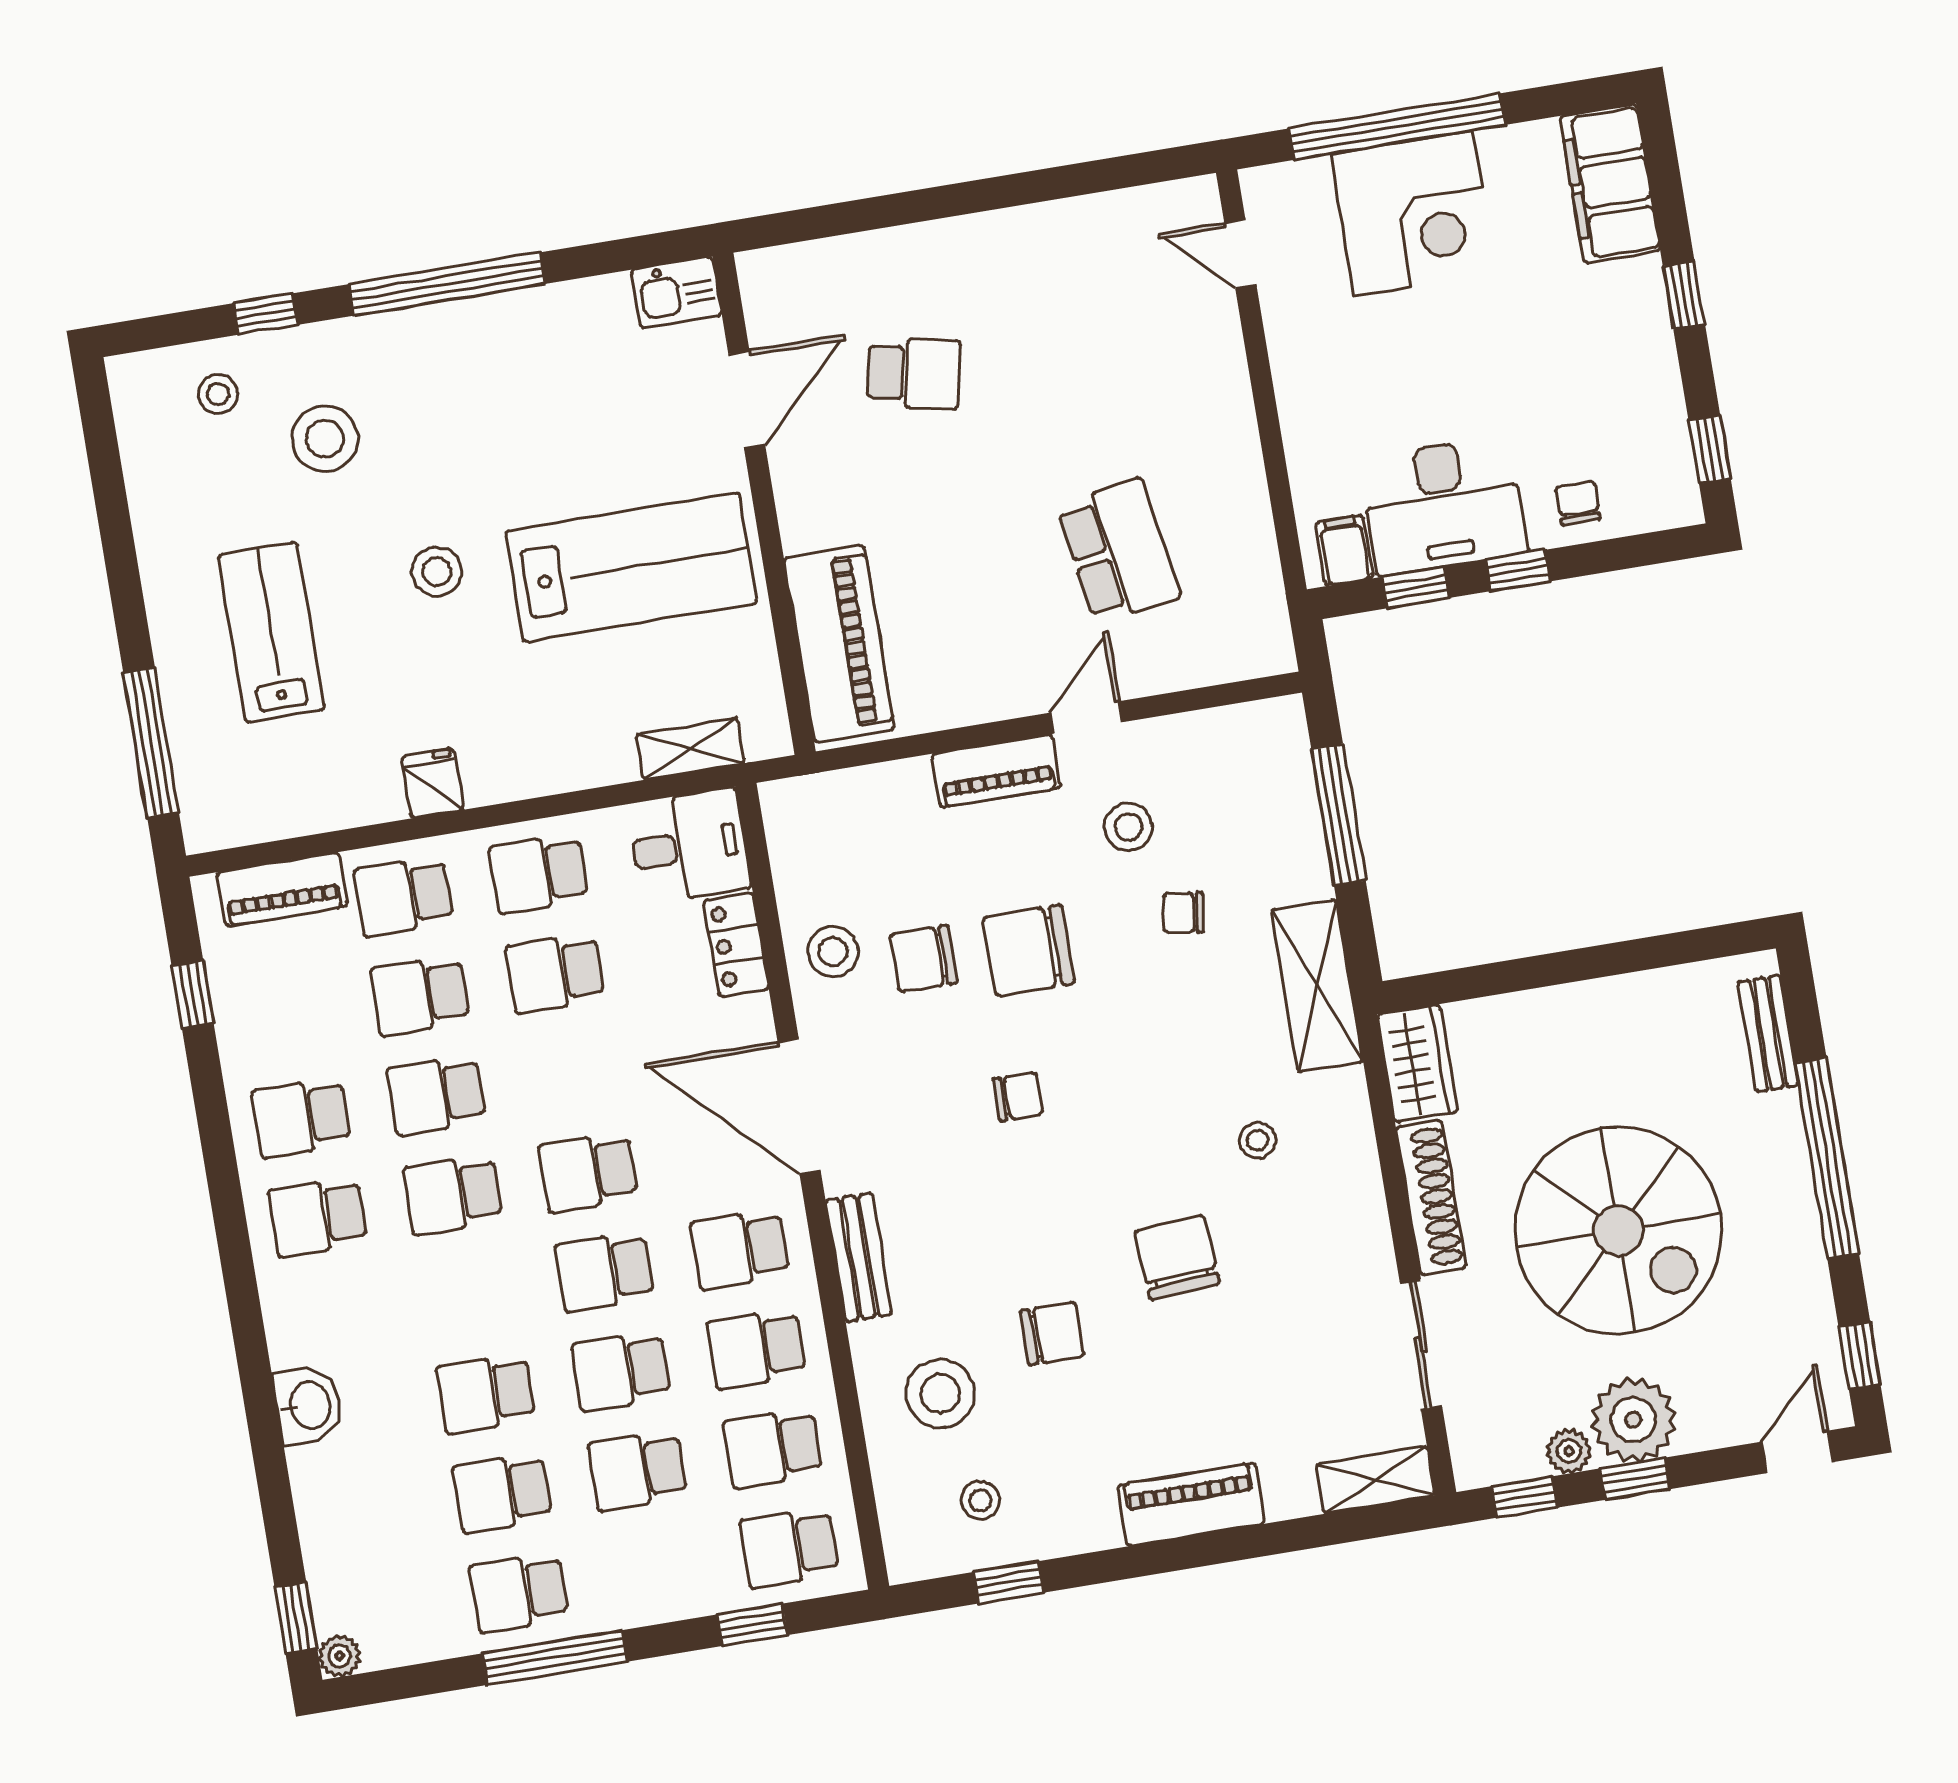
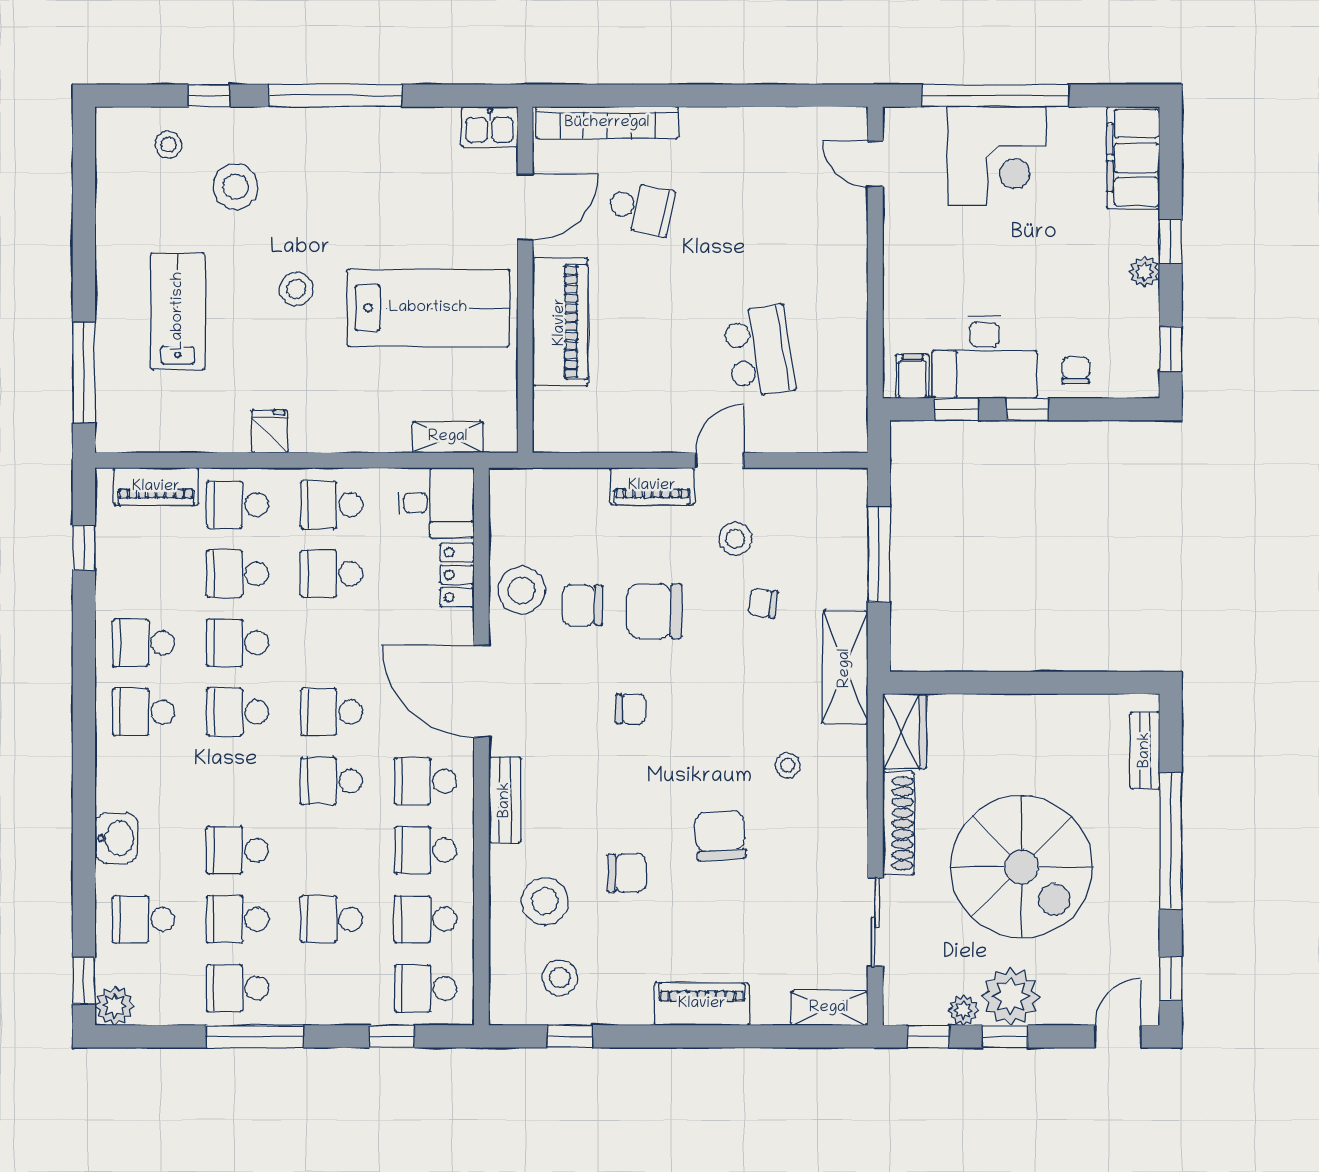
bookcase: (845, 258) -> (607, 123), added
plant: (1653, 345) -> (1144, 272), added
piano: (839, 644) -> (560, 322), moved
stool: (833, 952) -> (522, 590), width x1.38, depth x1.38
school desk: (621, 1371) -> (144, 919), moved
stool: (980, 1500) -> (560, 978), width x1.37, depth x1.37
plant: (339, 1656) -> (115, 1006), width x1.38, depth x1.38

